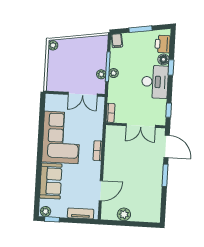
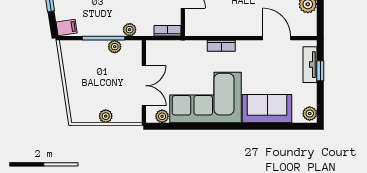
plant: (53, 45) -> (106, 116), moved
plant: (114, 73) -> (130, 30), moved
double door: (83, 94) -> (144, 86), moved
plant: (49, 105) -> (162, 116), added
window: (52, 219) -> (320, 71), moved

